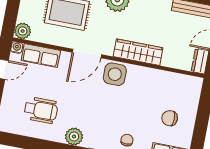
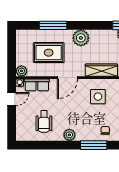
side table: (115, 74) -> (98, 97), moved
wheelchair: (41, 110) -> (44, 121), turned 90

